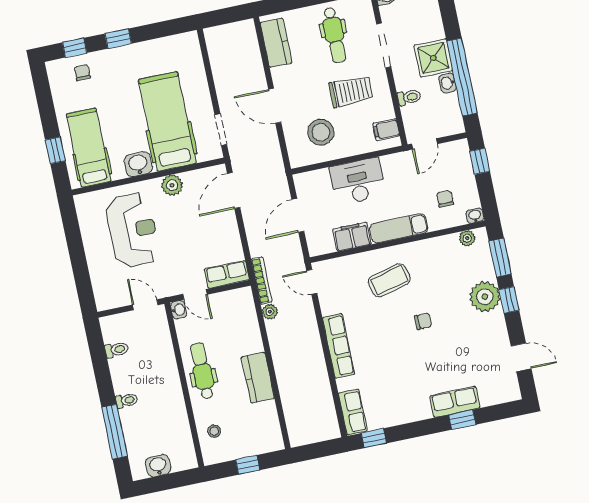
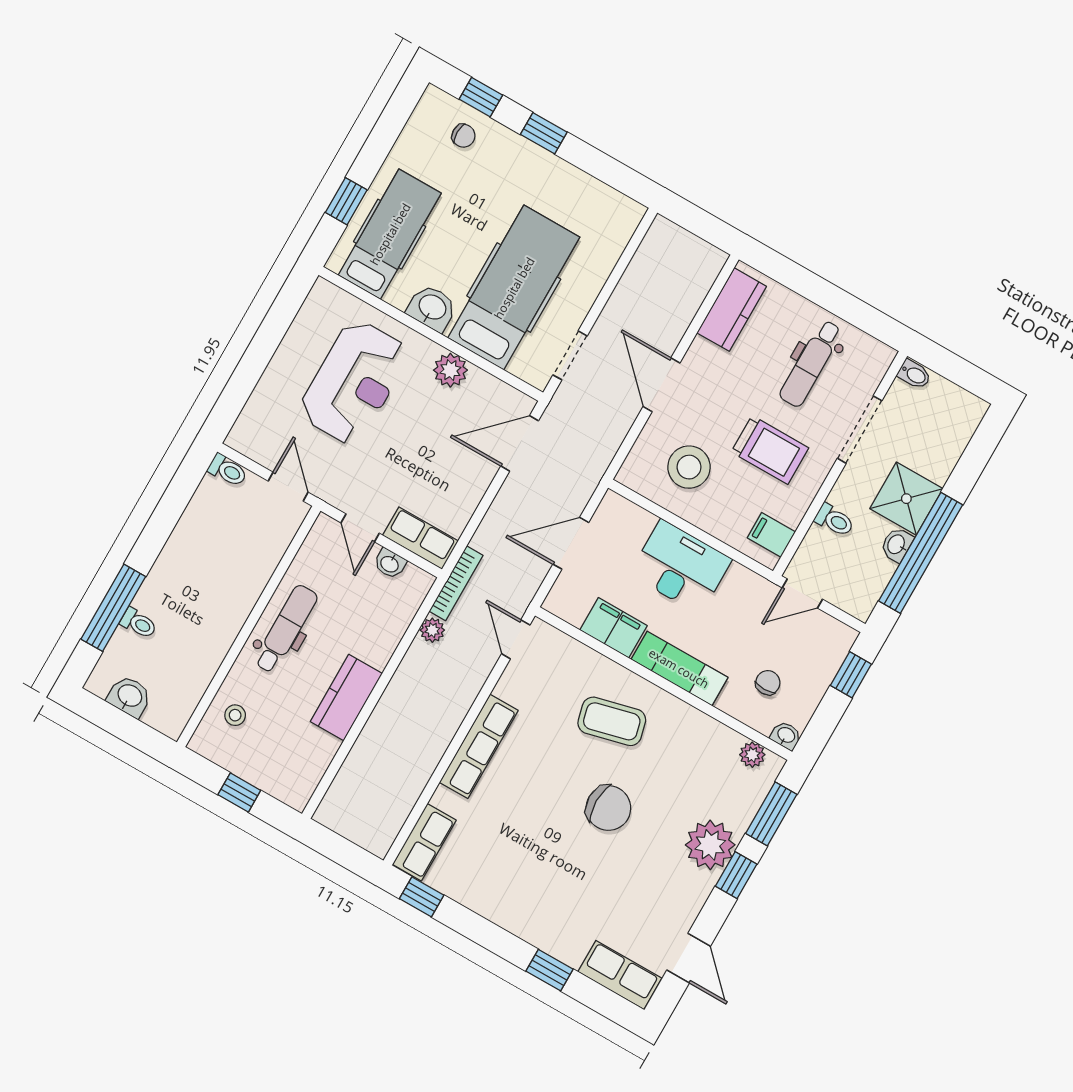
chair: (82, 72) -> (463, 136), turned 90
washbasin: (179, 310) -> (390, 564), moved, turned 90
chair: (423, 321) -> (608, 808), width x1.87, depth x1.87
toilet: (117, 350) -> (228, 470), moved
toilet: (127, 401) -> (139, 623), moved
row of seats: (455, 402) -> (620, 975), moved

